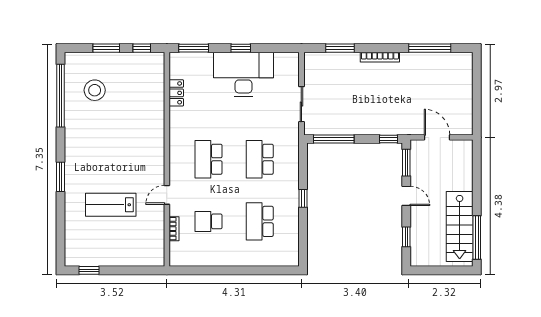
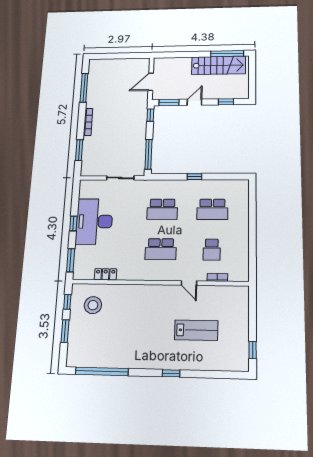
stool: (95, 90) -> (93, 305), moved
window: (60, 177) -> (171, 373), width x0.67
lab bench: (111, 205) -> (196, 330), turned -90

